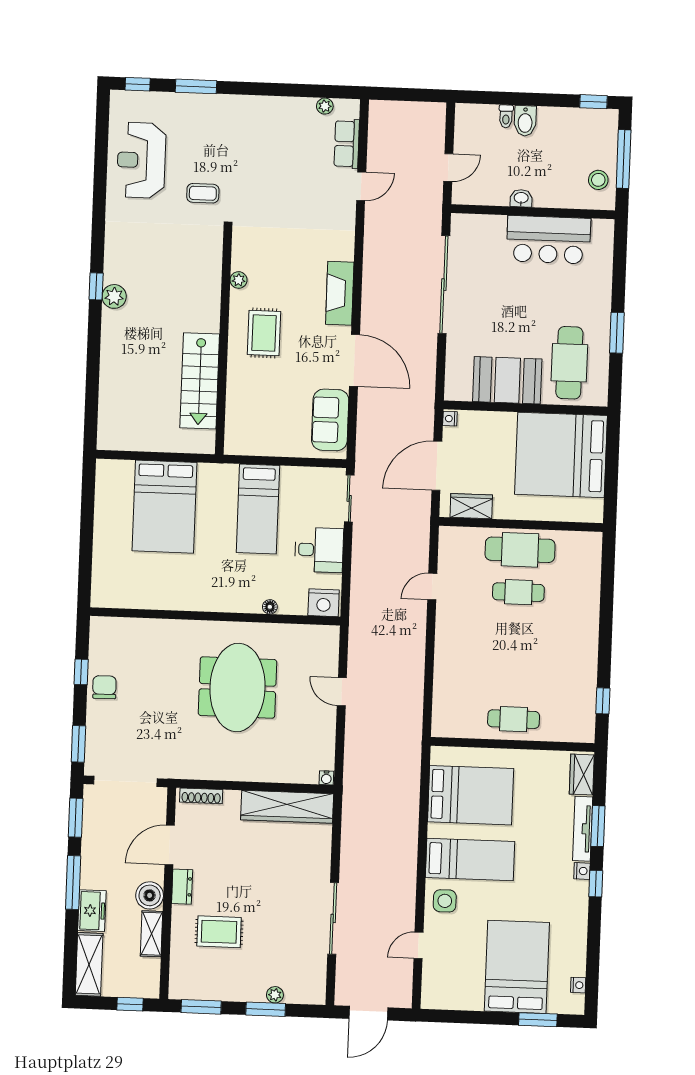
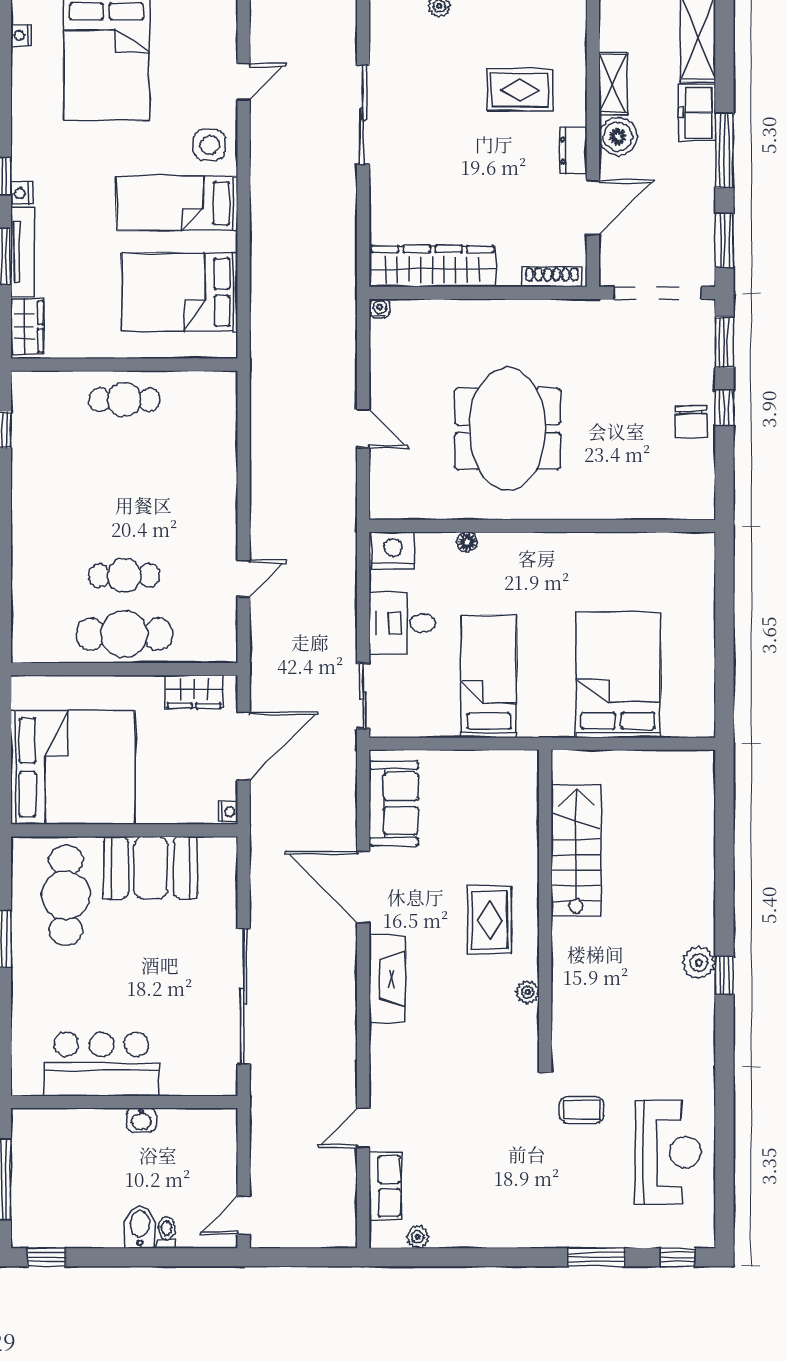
door: (448, 168) -> (244, 1215), moved
stool: (598, 180) -> (36, 1149), removed
window: (81, 672) -> (724, 408), moved

